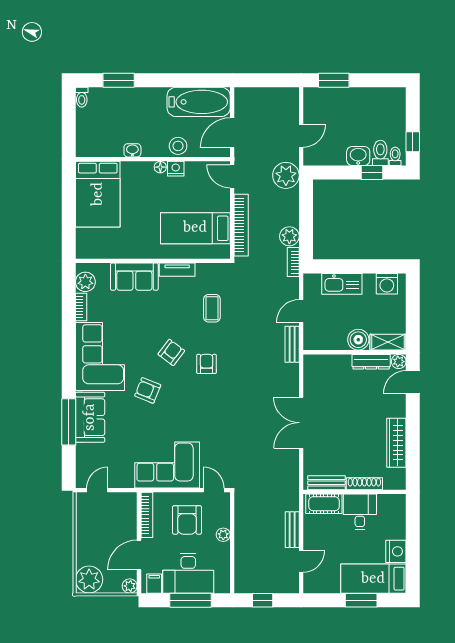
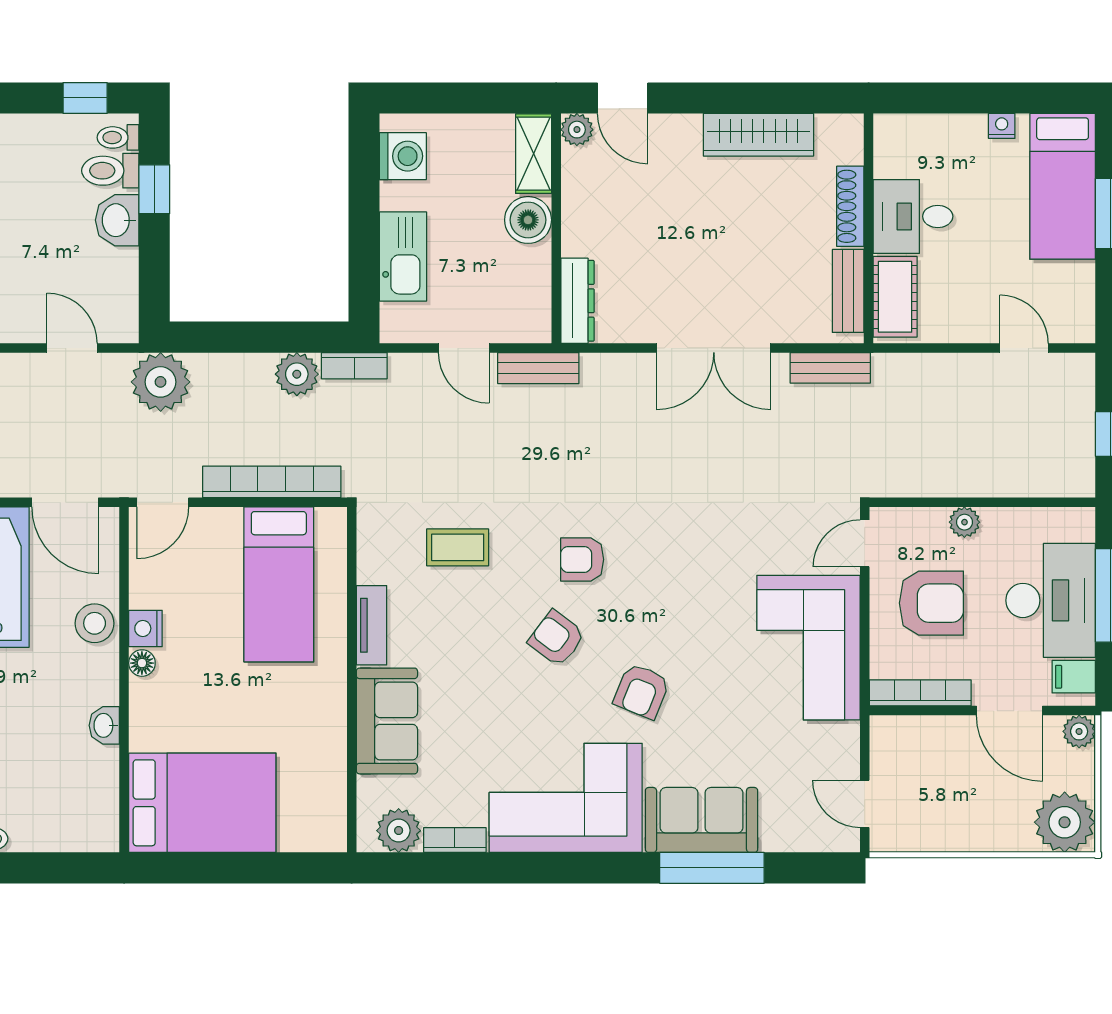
dresser: (371, 362) -> (577, 301), moved
bench: (292, 530) -> (830, 368), moved
nightstand: (396, 551) -> (1002, 126), width x0.53, depth x0.56

